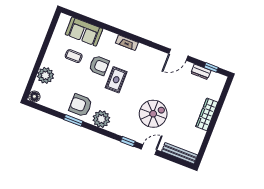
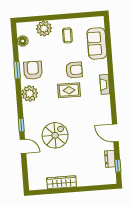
coffee table: (74, 56) -> (67, 35), moved
armchair: (99, 65) -> (74, 70), turned -90
floor lamp: (34, 96) -> (23, 41), moved
spiral stairs: (153, 114) -> (55, 135), turned -90
wardrobe: (207, 114) -> (62, 182), moved
bench: (180, 153) -> (32, 174), removed

